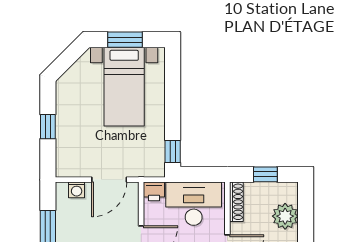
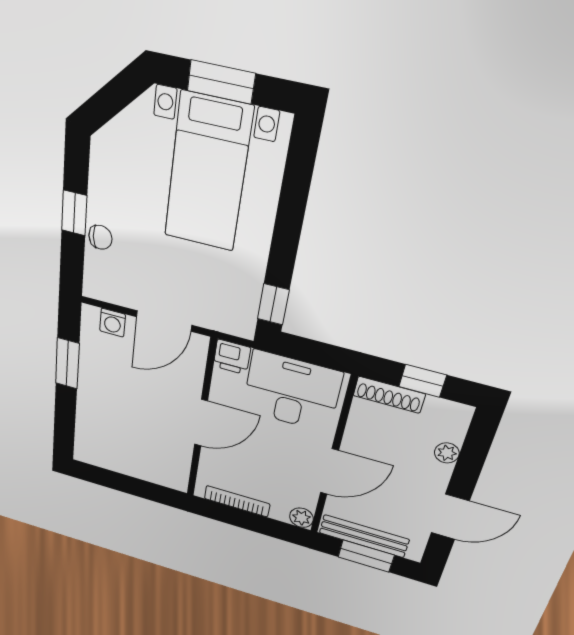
chair: (65, 137) -> (100, 237), added
shoe rack: (236, 202) -> (389, 395), moved, turned 90
plant: (285, 216) -> (447, 453), width x0.53, depth x0.53

